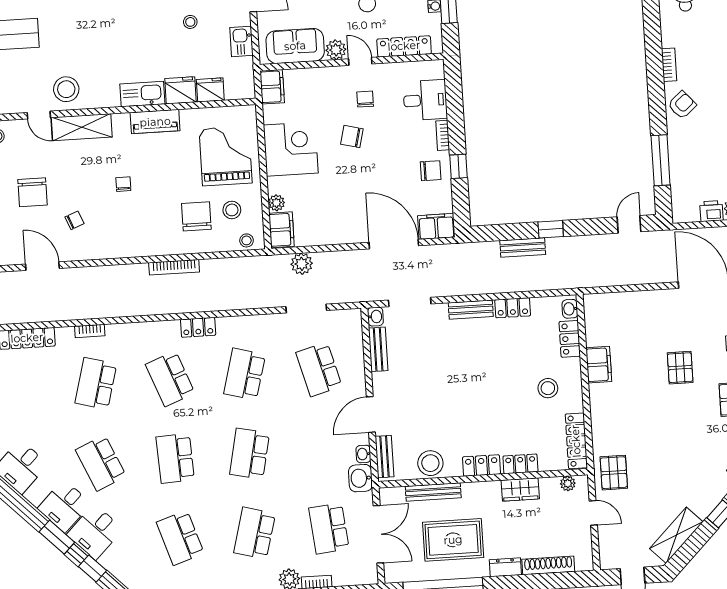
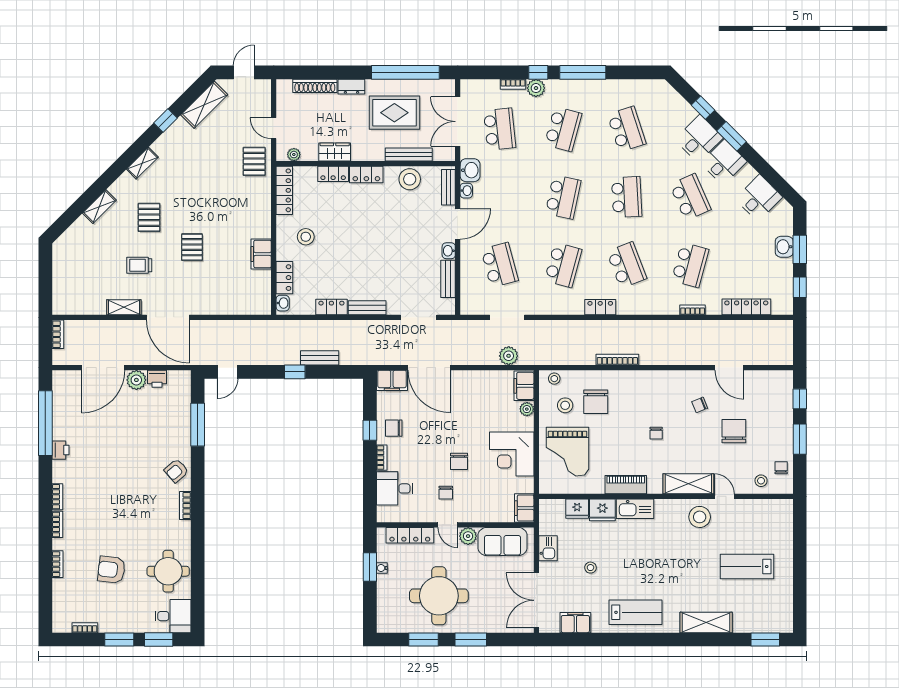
chair: (352, 137) -> (459, 461), turned 76
washbasin: (375, 317) -> (449, 251), moved

